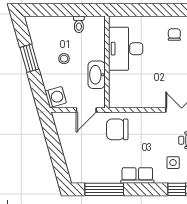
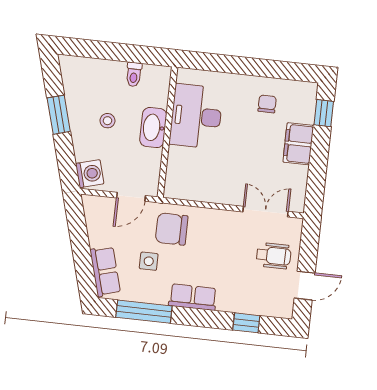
washbasin: (97, 75) -> (153, 128), moved
side table: (173, 163) -> (149, 261), moved
row of seats: (74, 164) -> (105, 271), added

